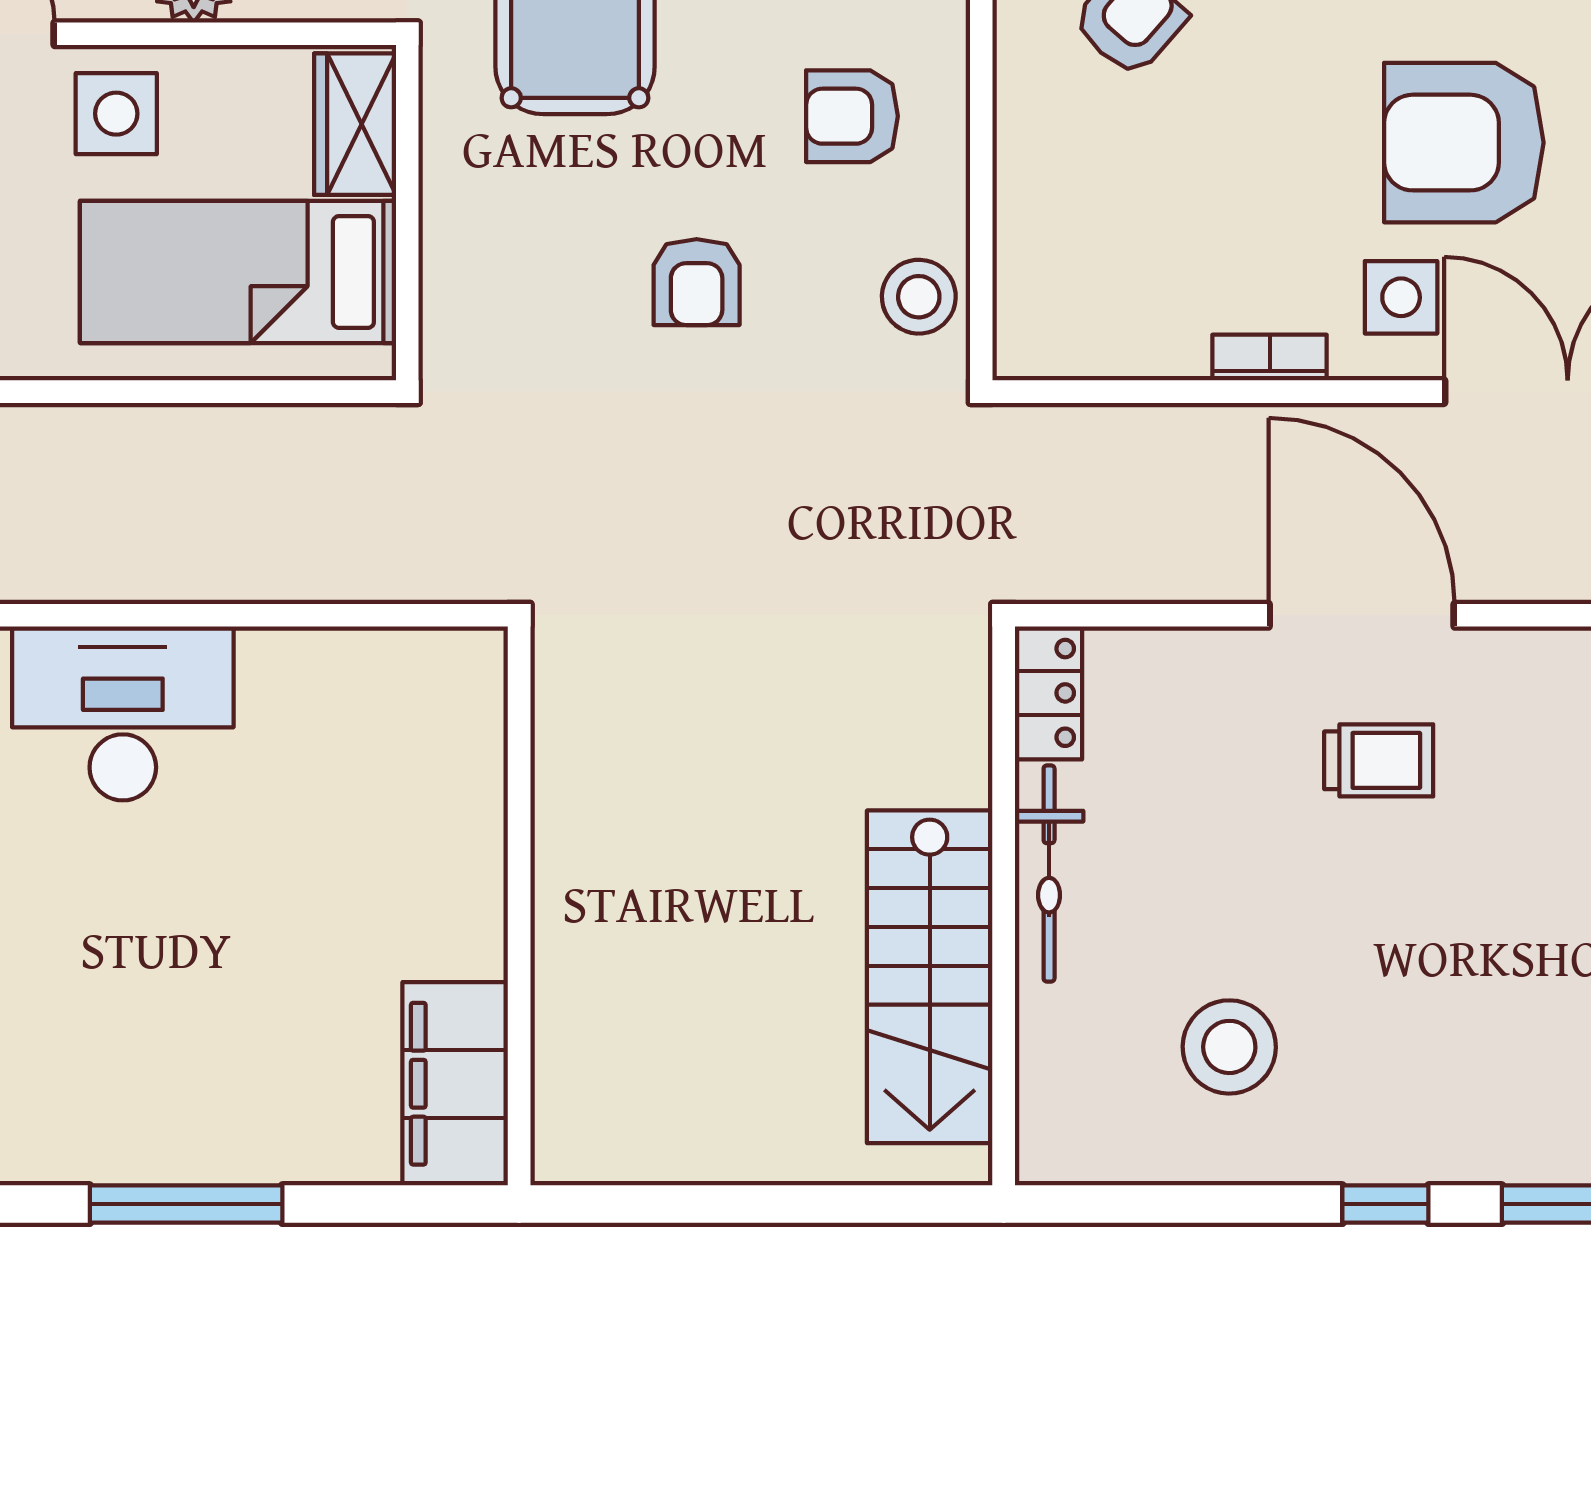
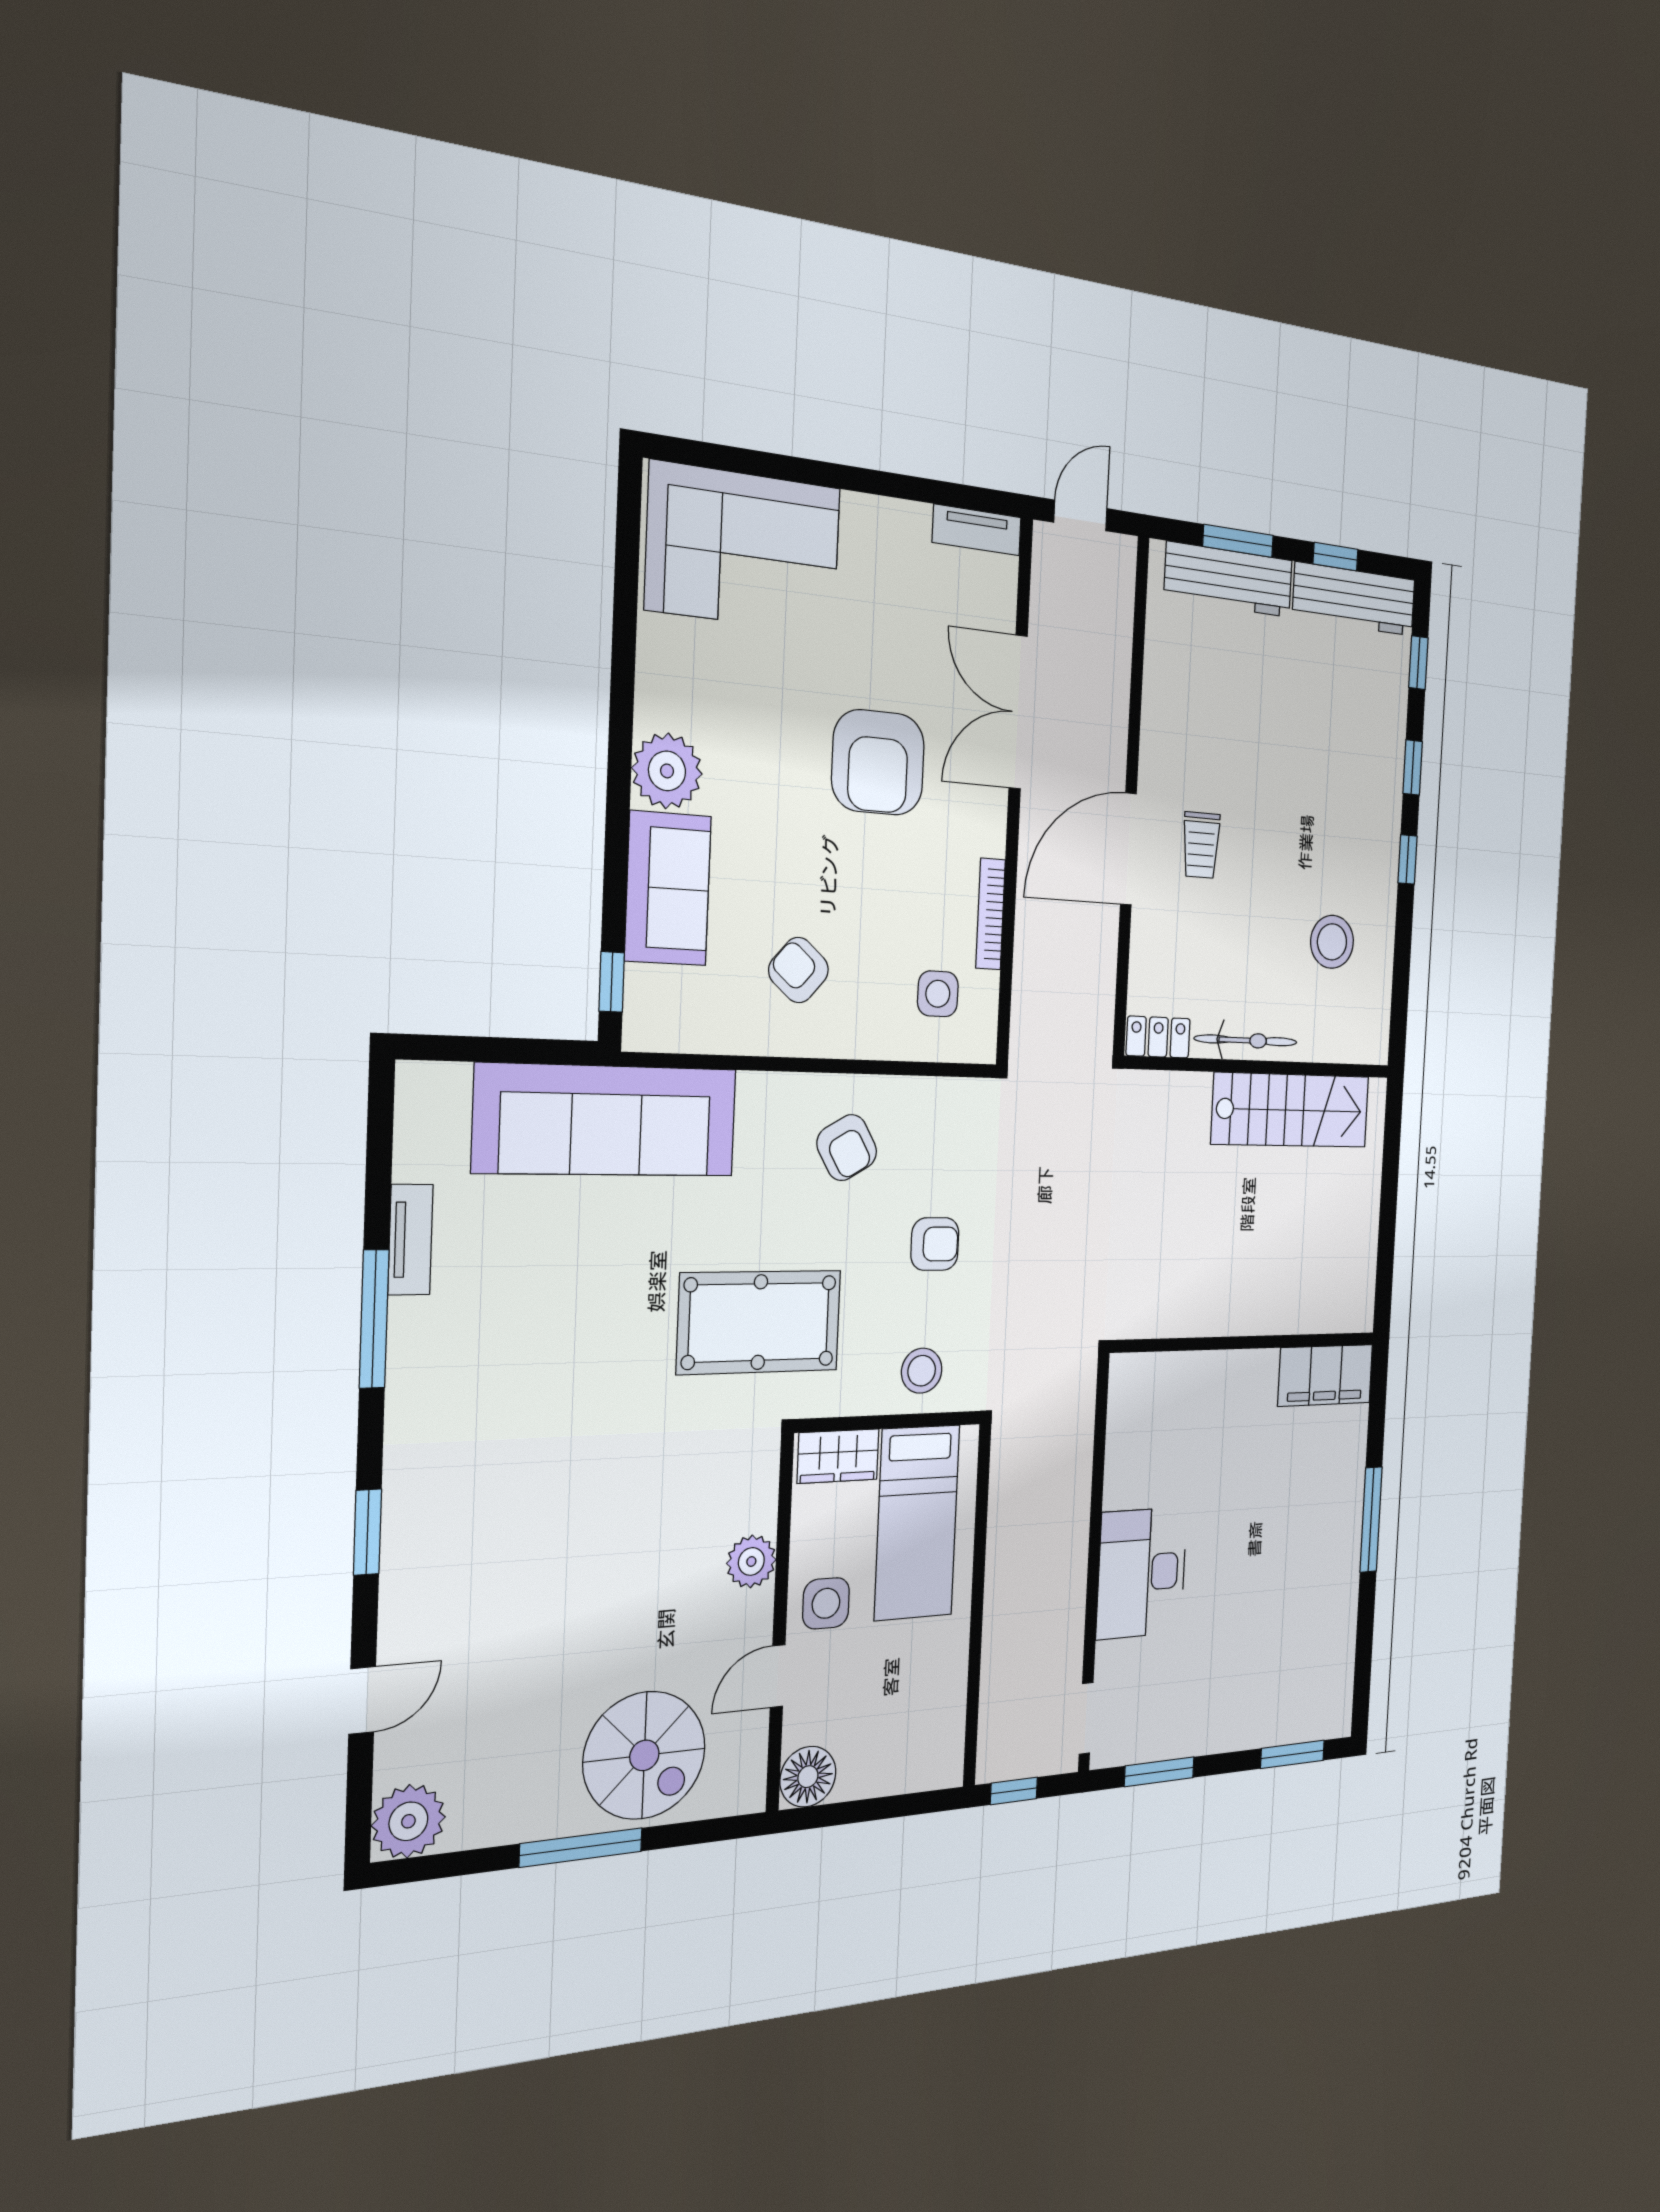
armchair: (852, 116) -> (847, 1148), turned -30
stool: (919, 297) -> (922, 1371), moved
side table: (1401, 297) -> (938, 994), moved
bookcase: (1270, 358) -> (991, 914), width x1.56
trolley: (1379, 760) -> (1201, 845), turned 180

